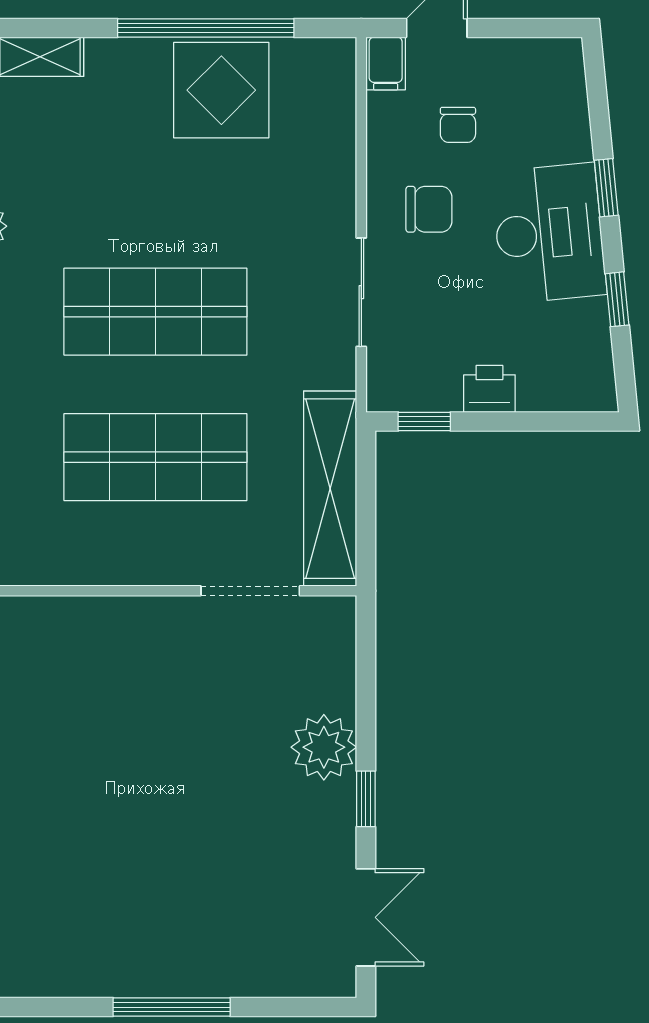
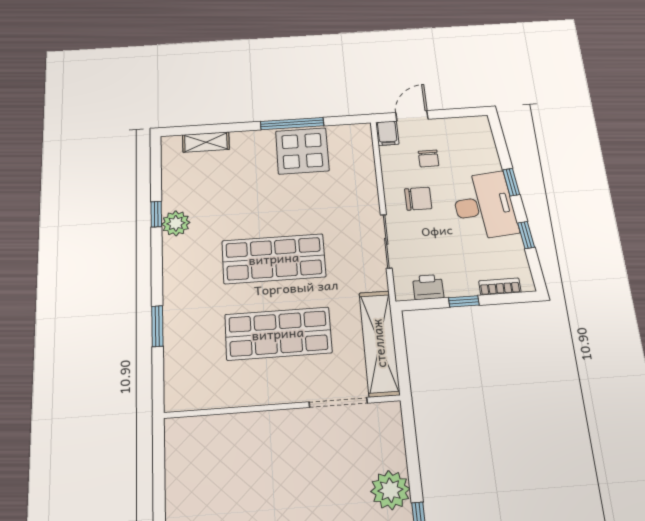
window: (206, 28) -> (292, 124), width x0.68
printer: (489, 389) -> (428, 287), moved
bookcase: (555, 398) -> (500, 287), added
window: (424, 421) -> (464, 301), moved

